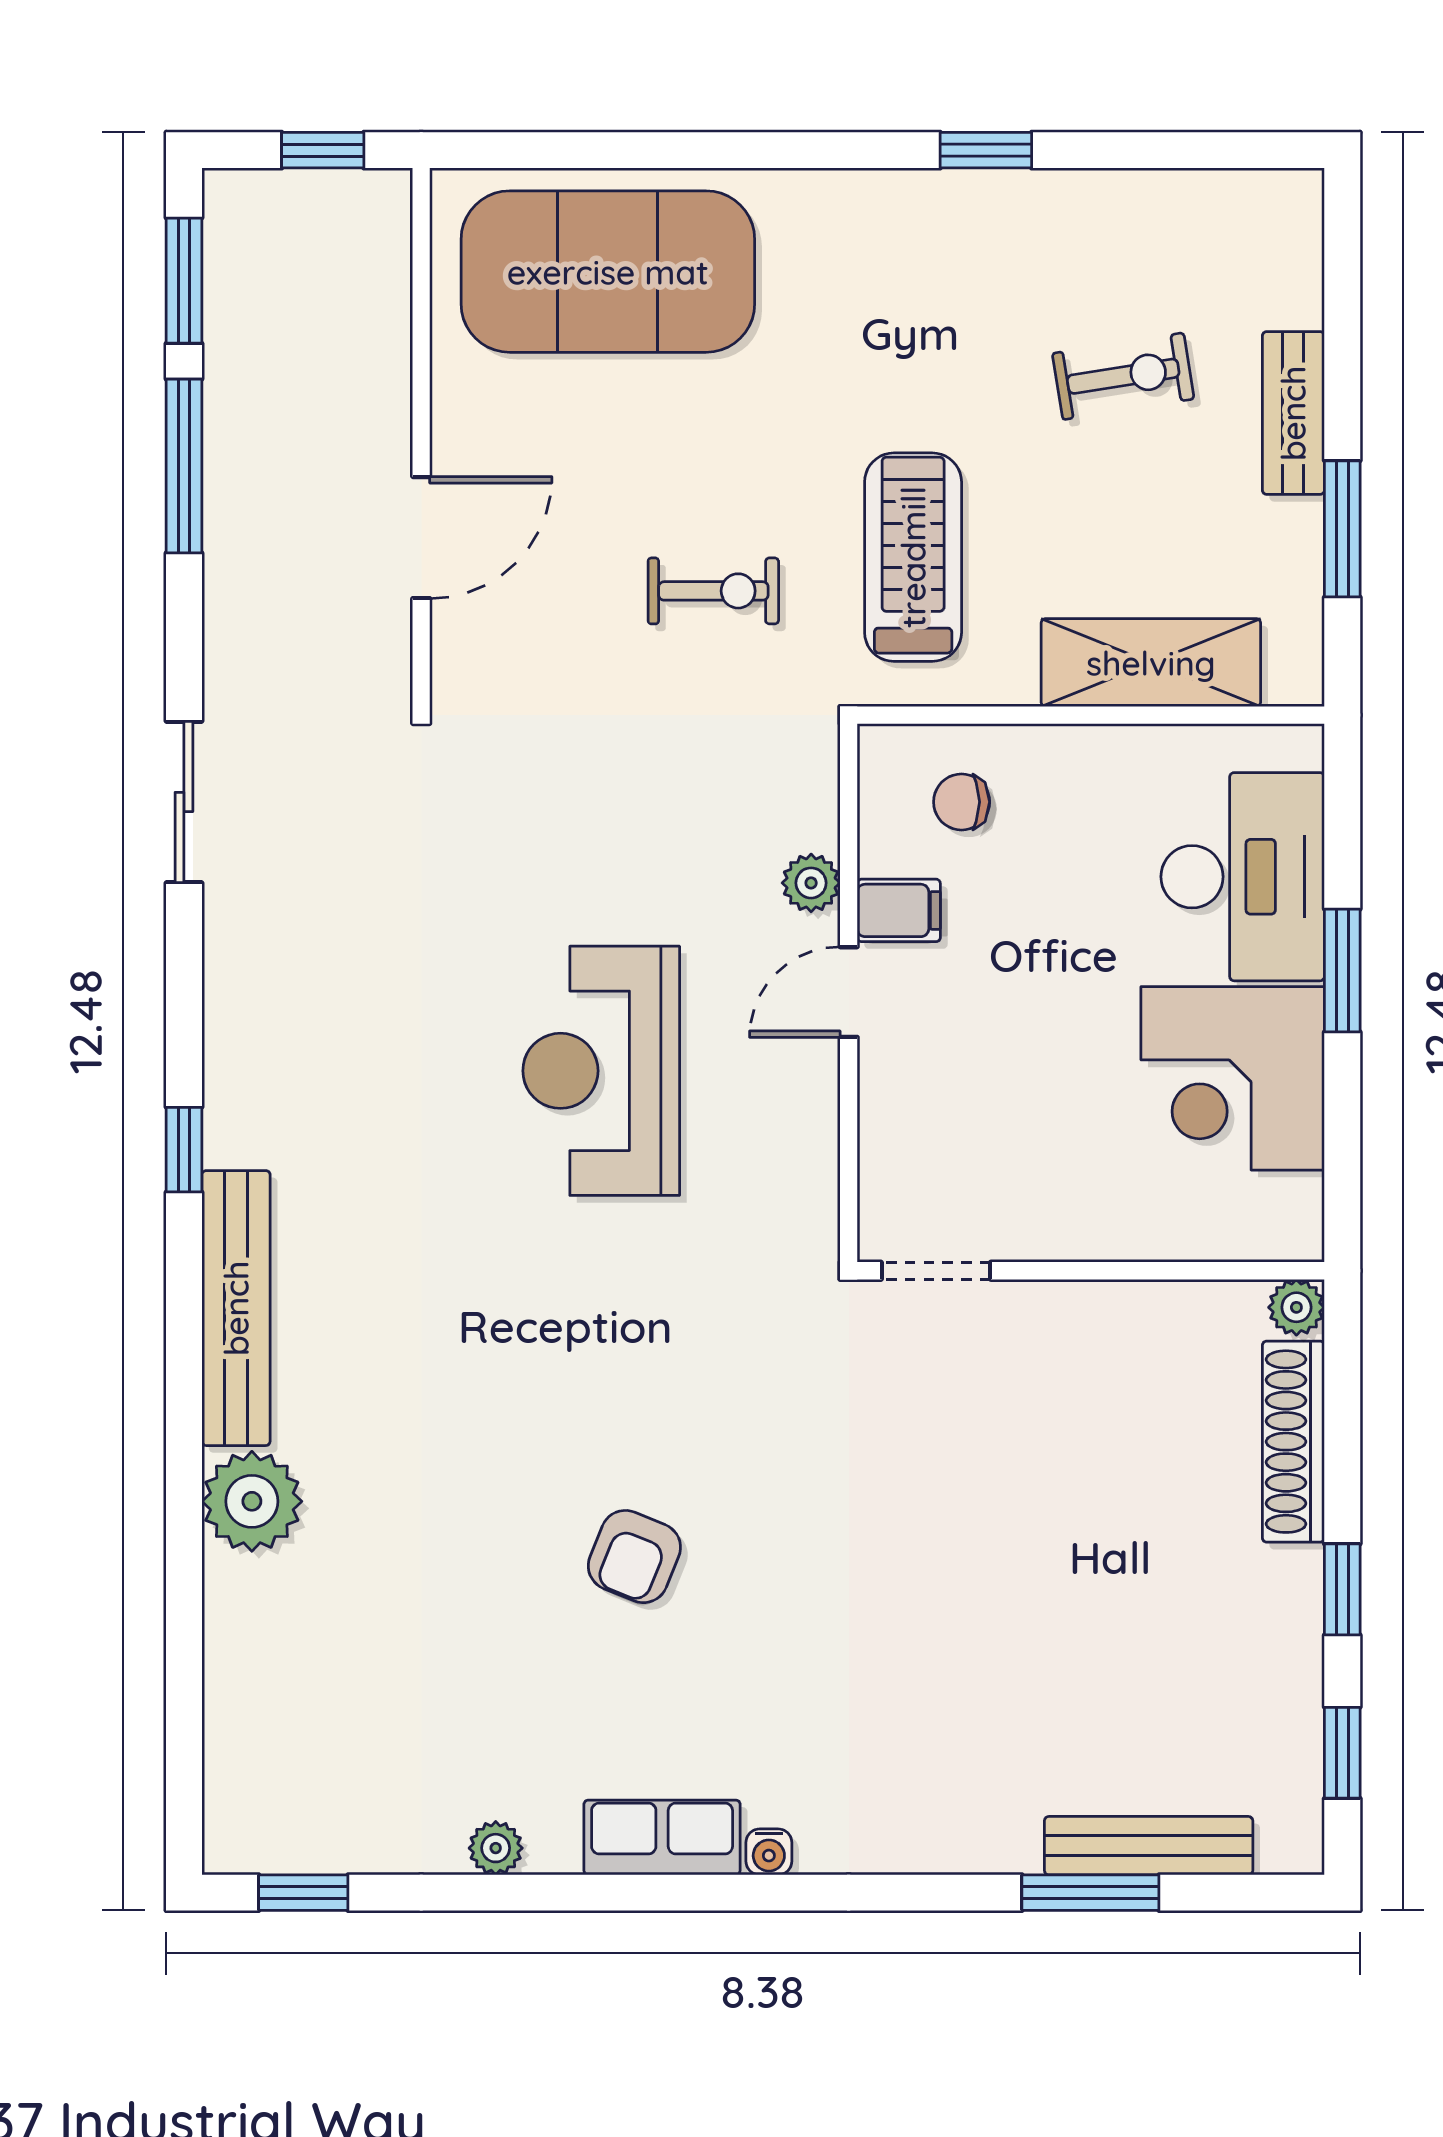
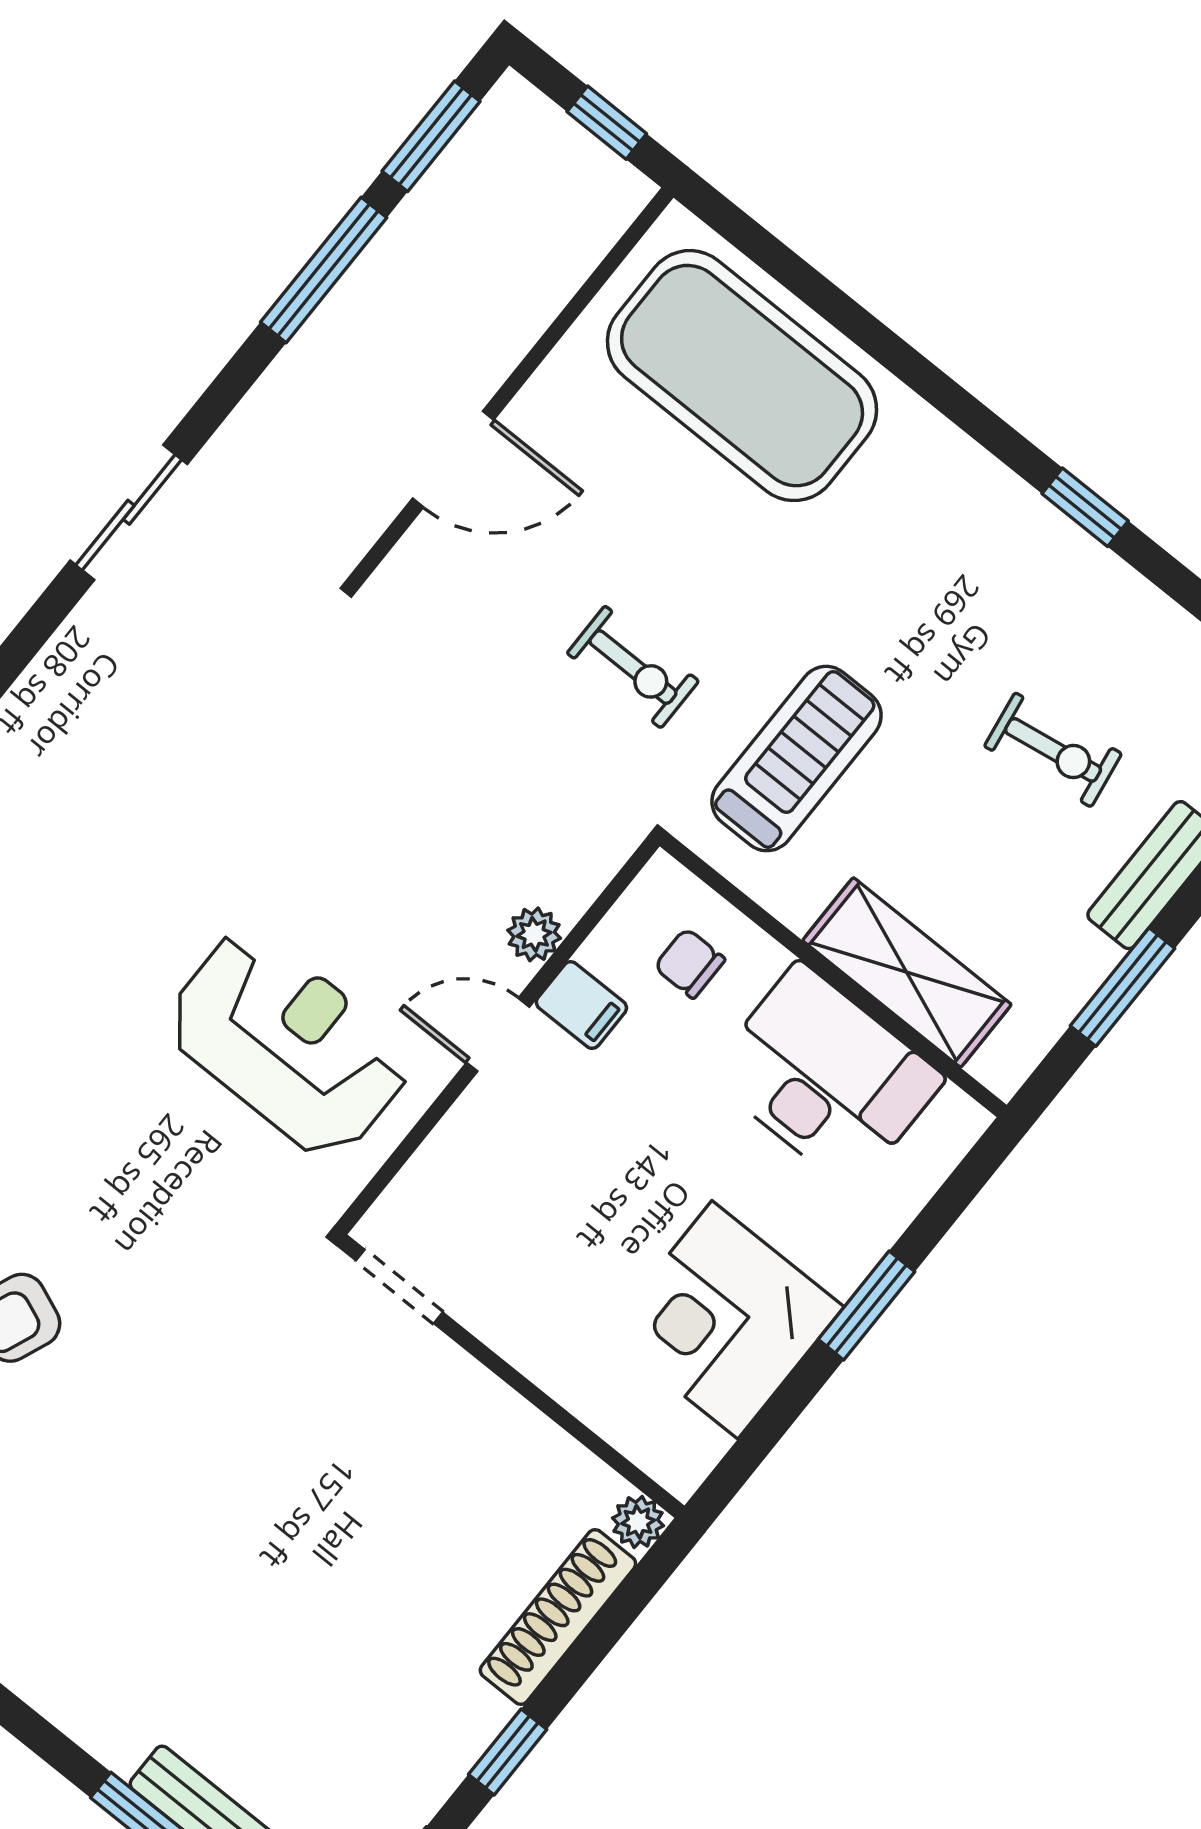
desk: (1243, 877) -> (826, 1077), moved, turned -90
reception desk: (601, 1071) -> (288, 1043), moved, turned 90

